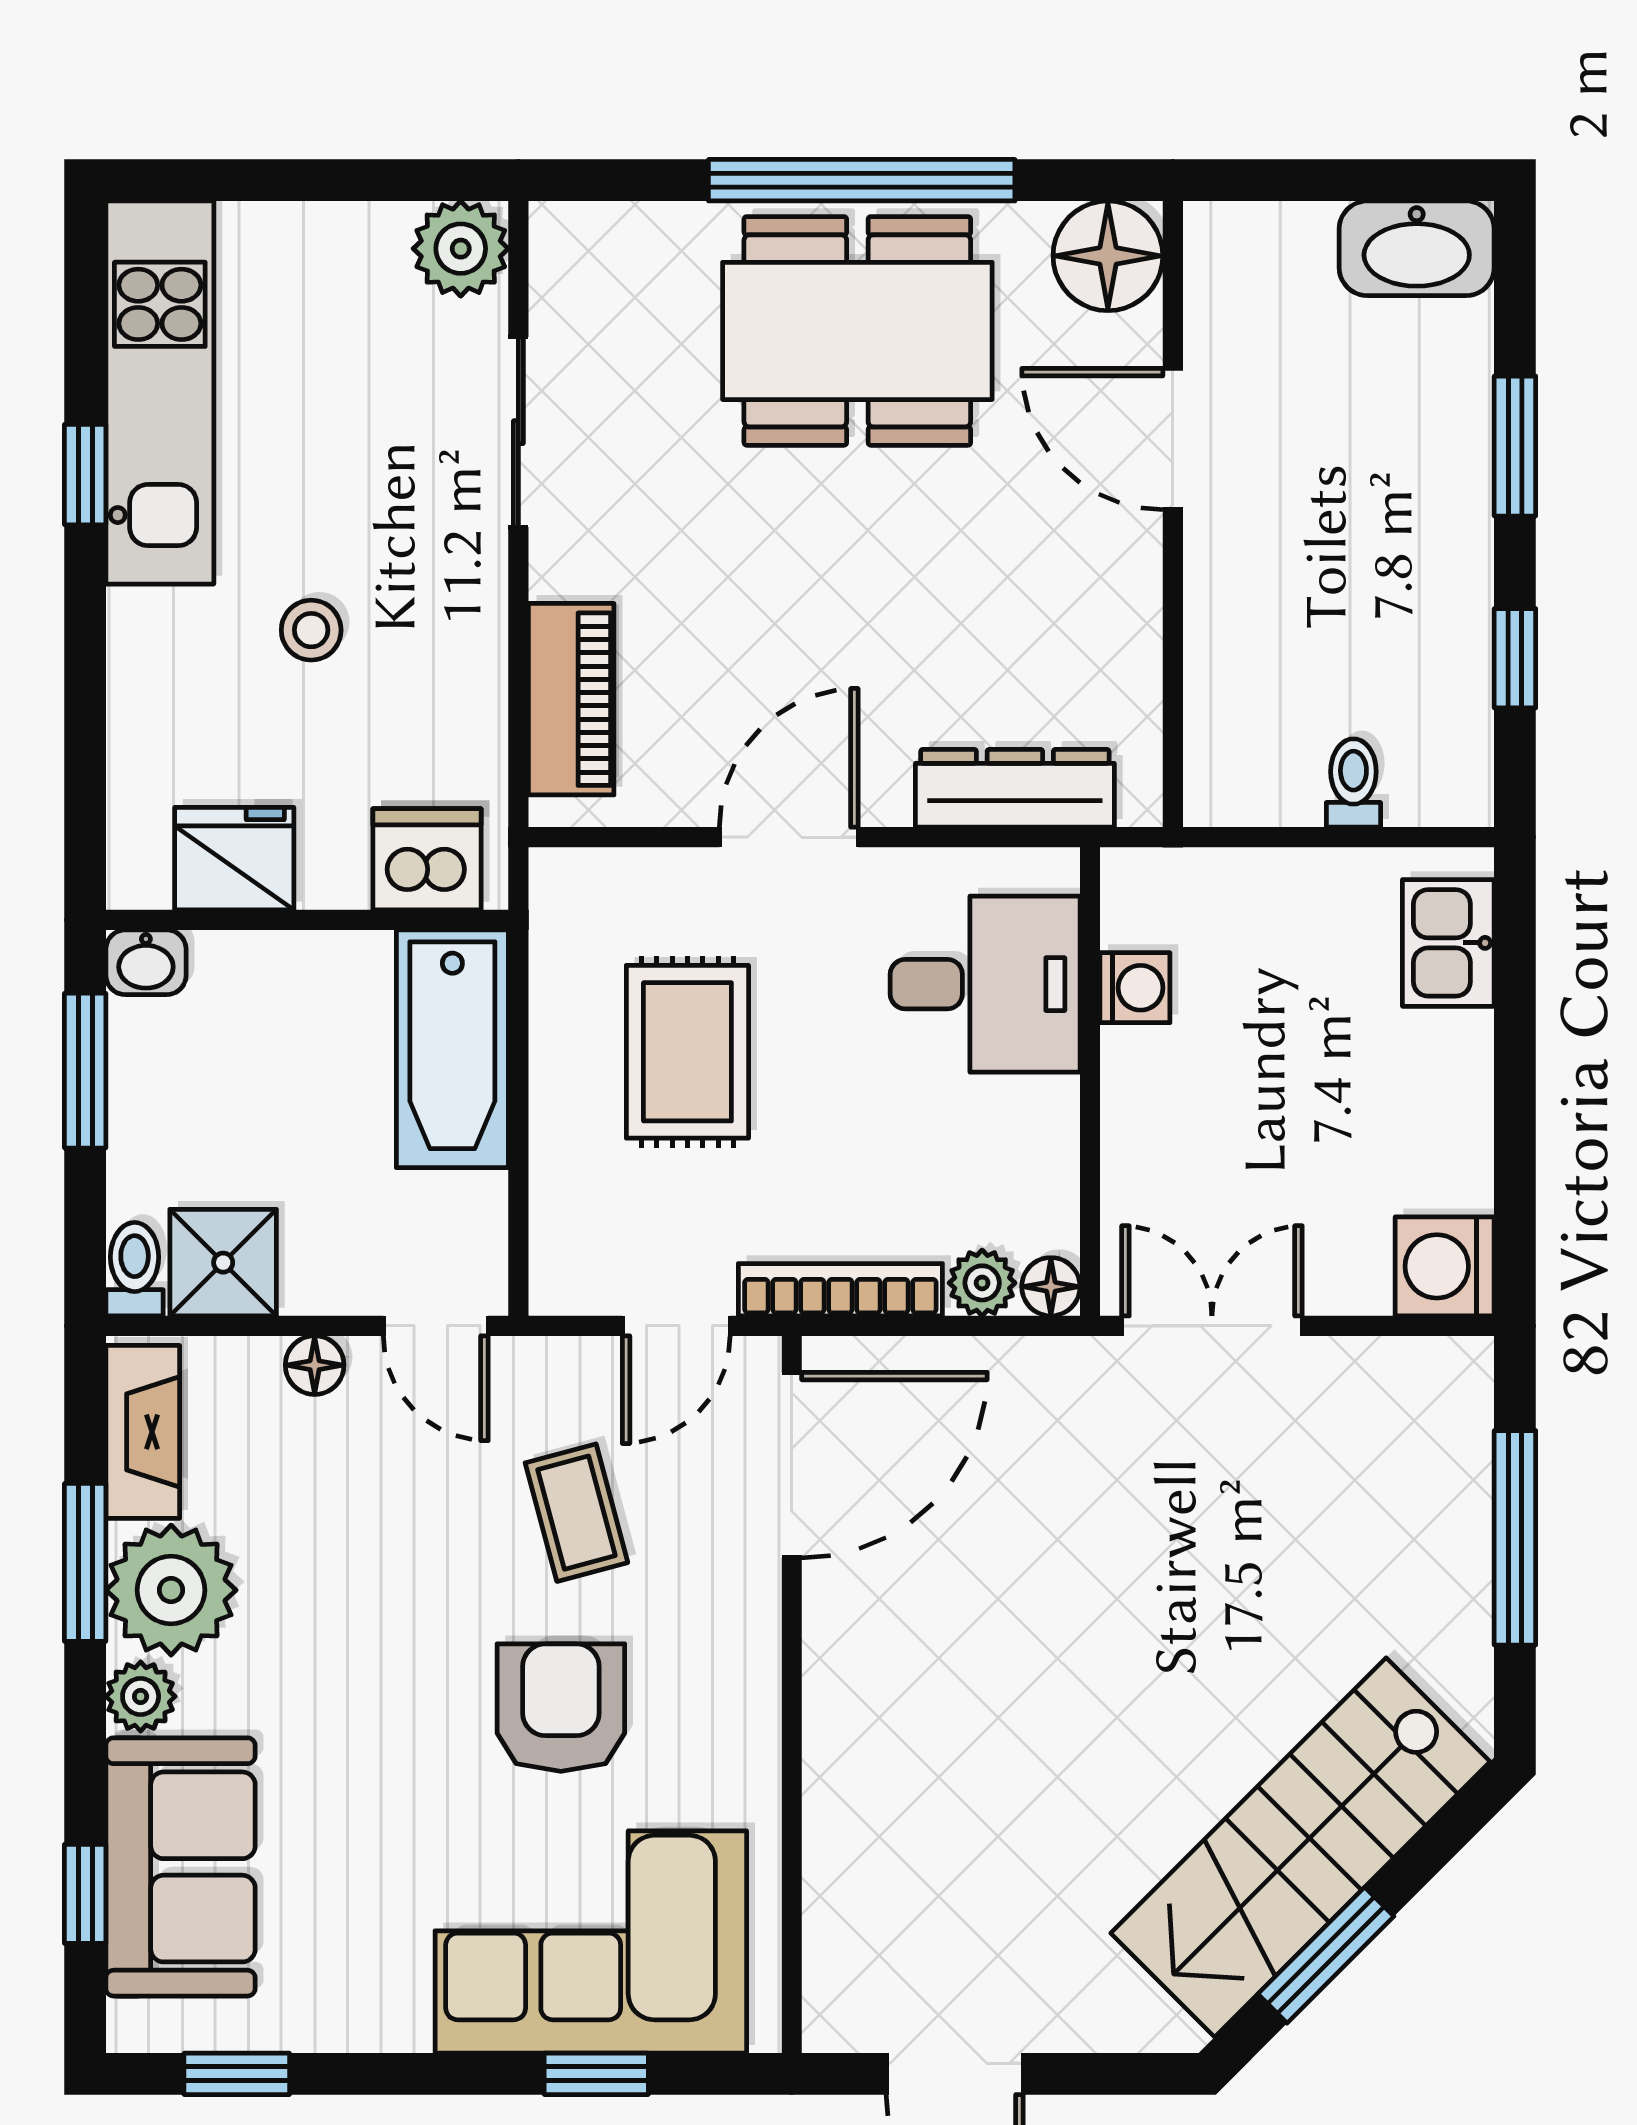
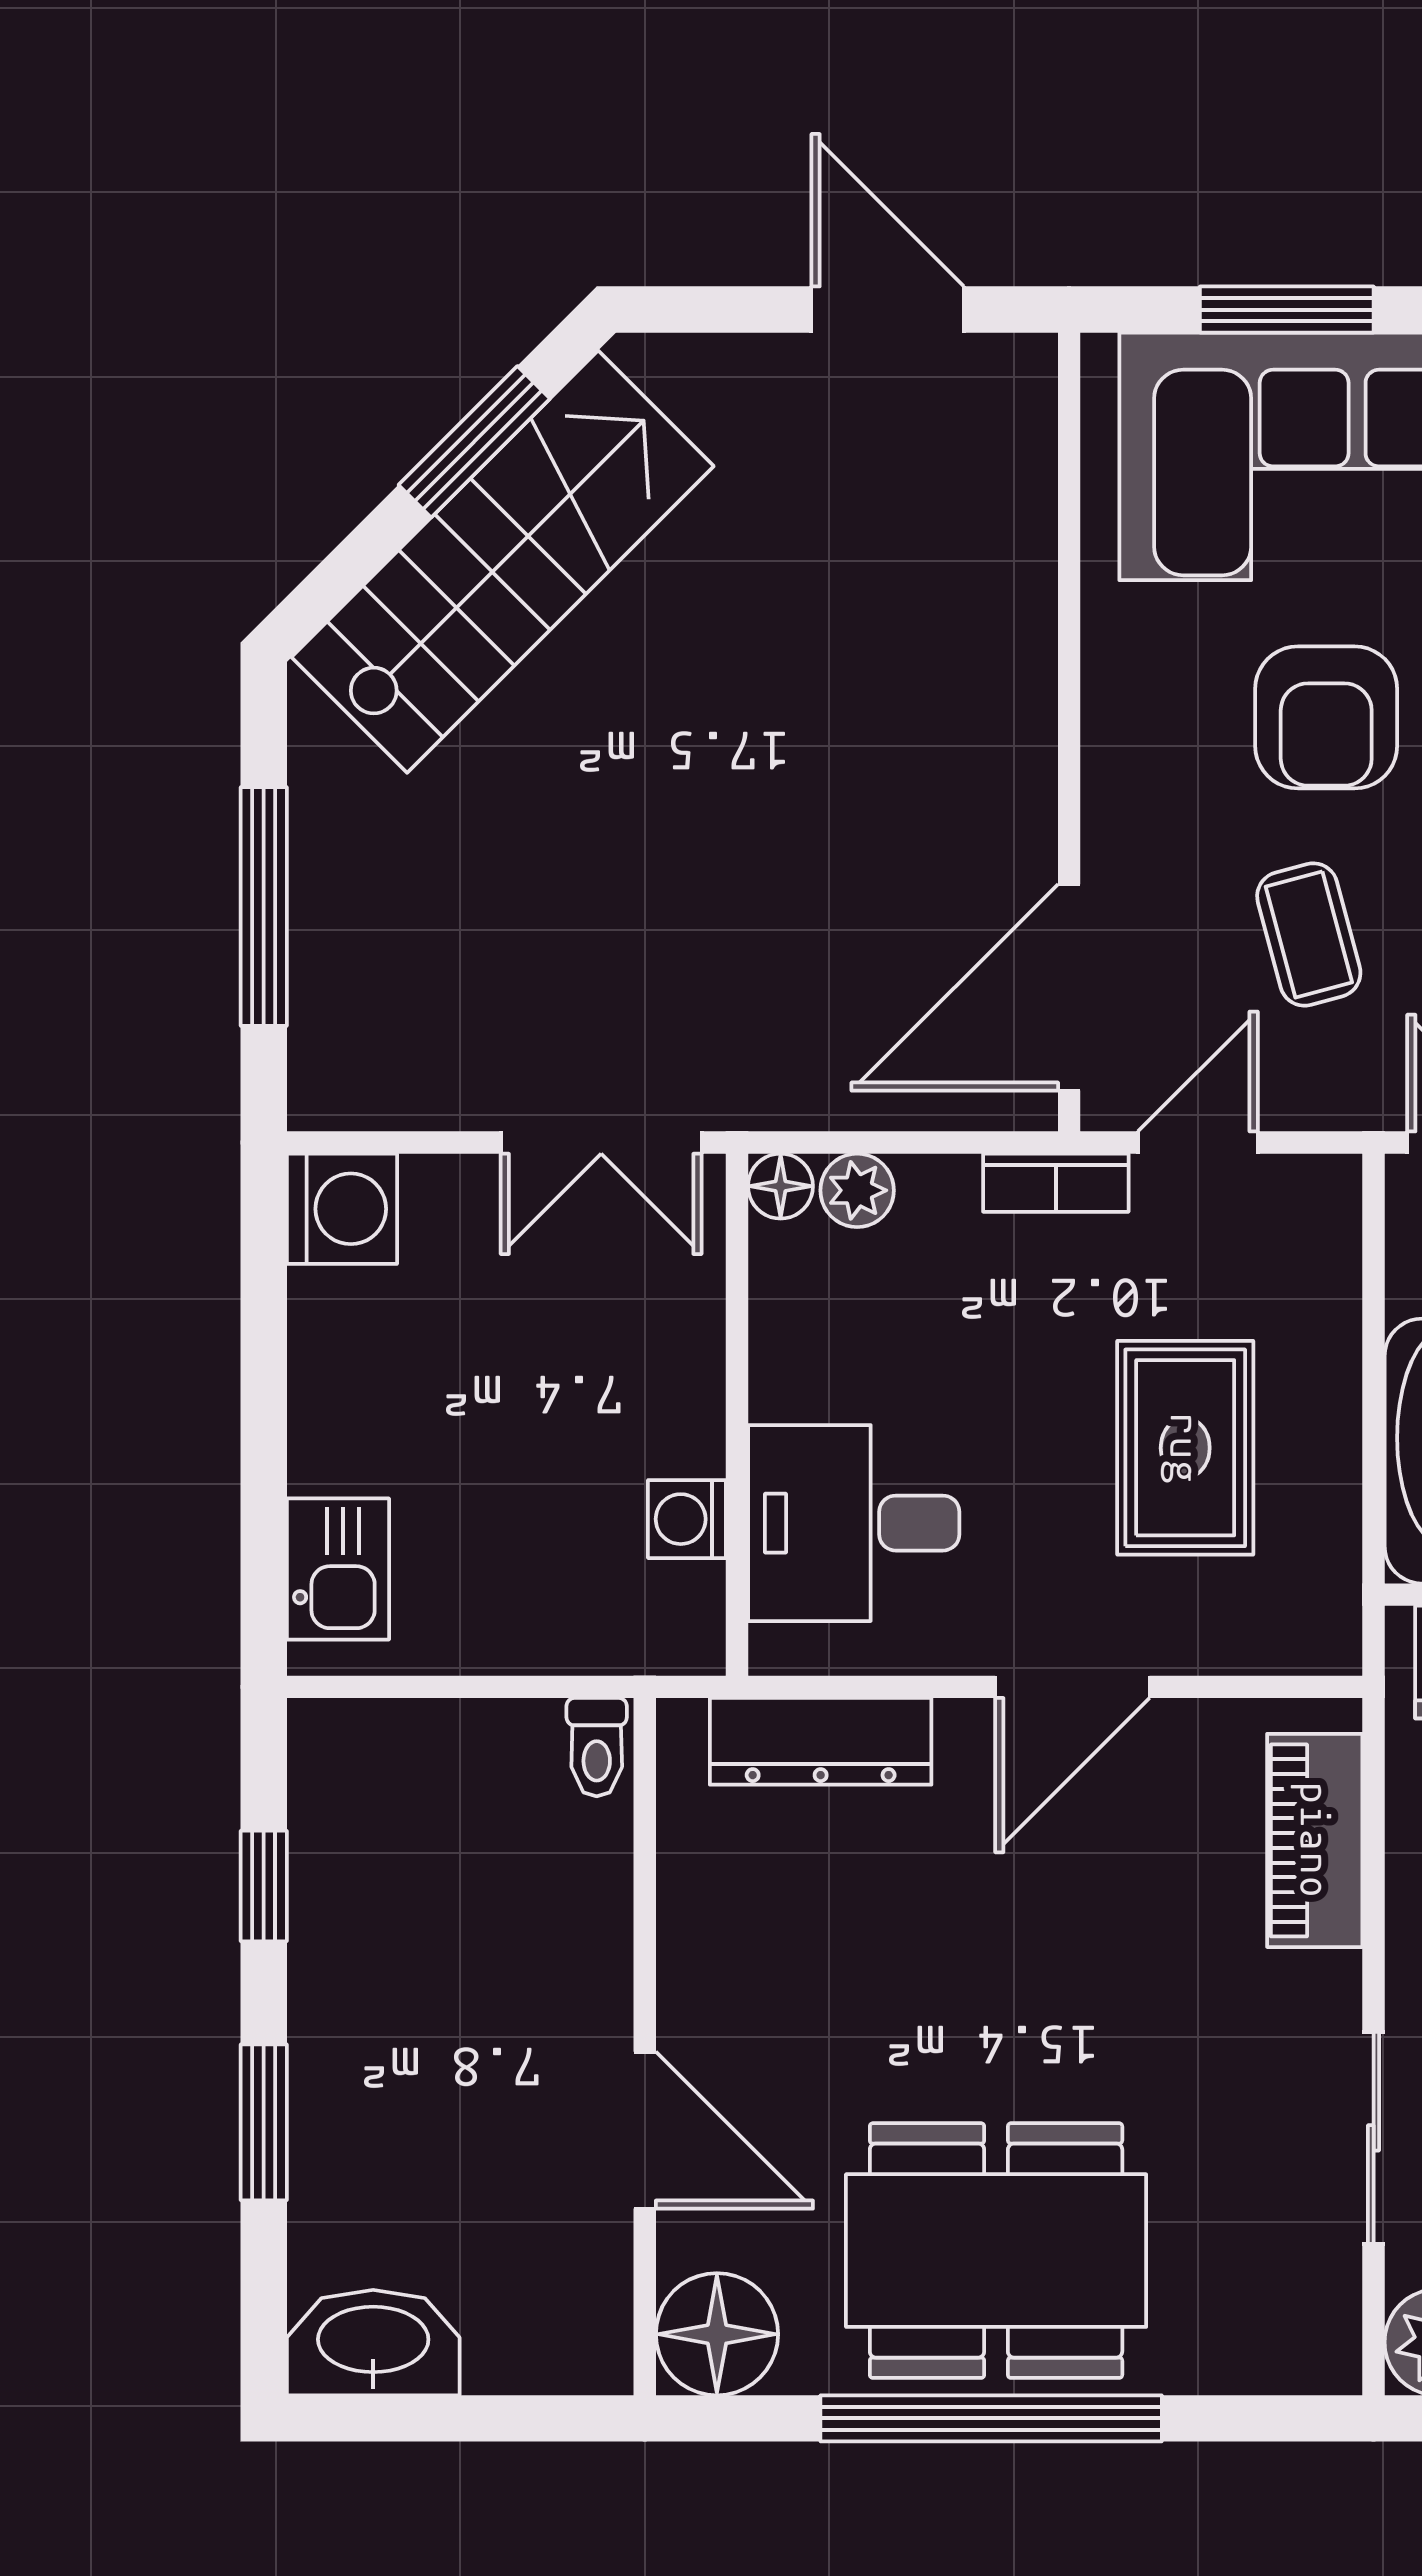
toilet: (1353, 783) -> (597, 1747), moved
bookcase: (840, 1290) -> (1056, 1183), width x0.64
window: (596, 2074) -> (1287, 310), width x1.50

